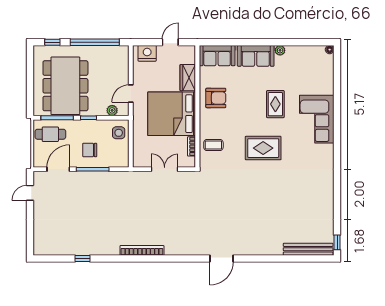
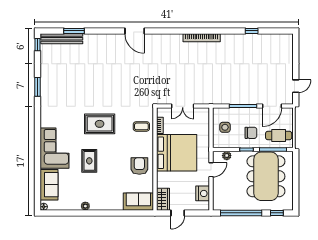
nightstand: (147, 53) -> (203, 193), moved, turned -90
sofa: (256, 56) -> (49, 185), moved, turned 90
wardrobe: (188, 78) -> (163, 199), moved
armchair: (216, 98) -> (139, 166), turned 90
side table: (119, 133) -> (225, 127), moved
chair: (90, 150) -> (251, 133), moved
window: (337, 192) -> (37, 87), added
door: (221, 259) -> (135, 31), swing flipped
window: (293, 259) -> (74, 31), added

